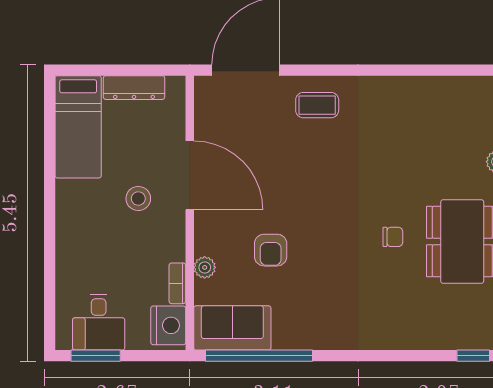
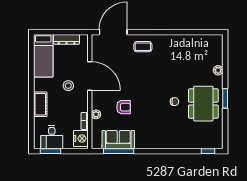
cot: (71, 243) -> (40, 104), added
armchair: (271, 250) -> (123, 107), turned -90
sofa: (232, 328) -> (118, 140), moved
window: (259, 356) -> (119, 151), width x0.68

